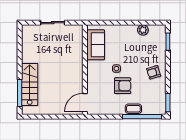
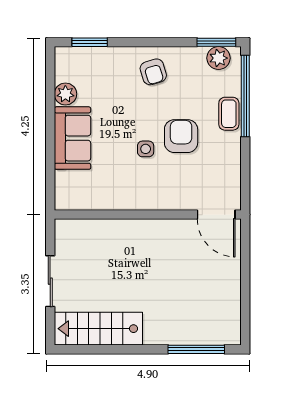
sofa: (96, 45) -> (73, 138), moved, turned 90
stairs: (30, 84) -> (98, 329), moved
plant: (160, 104) -> (219, 58), added

